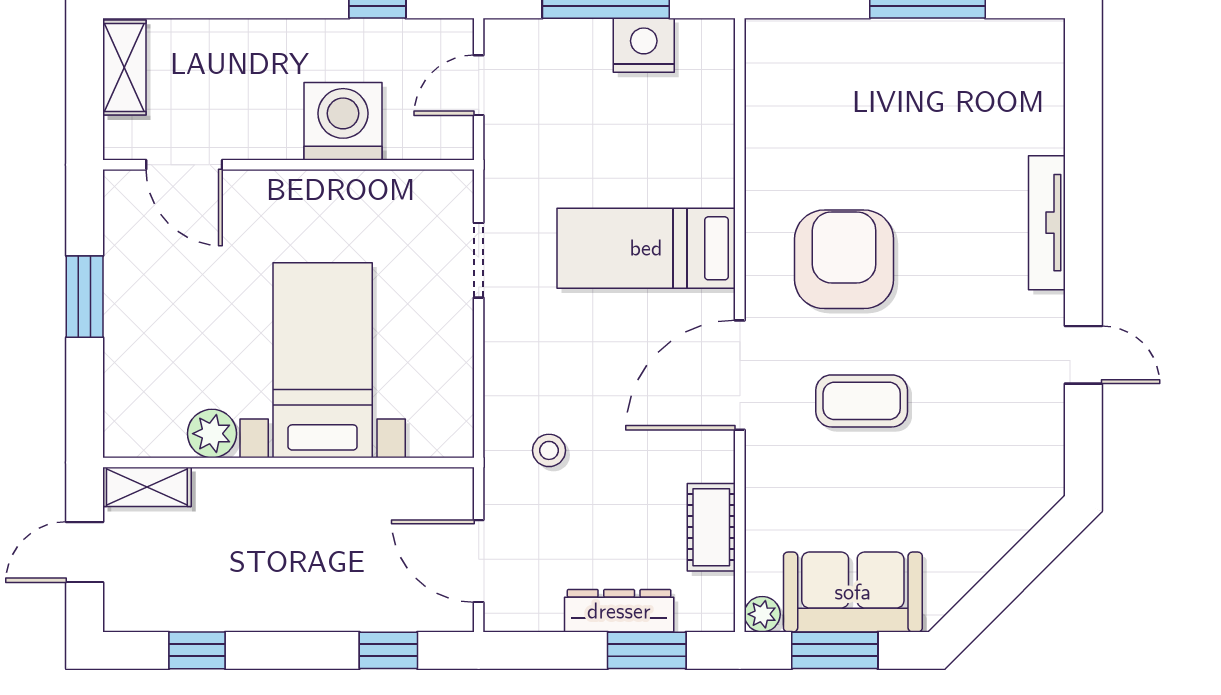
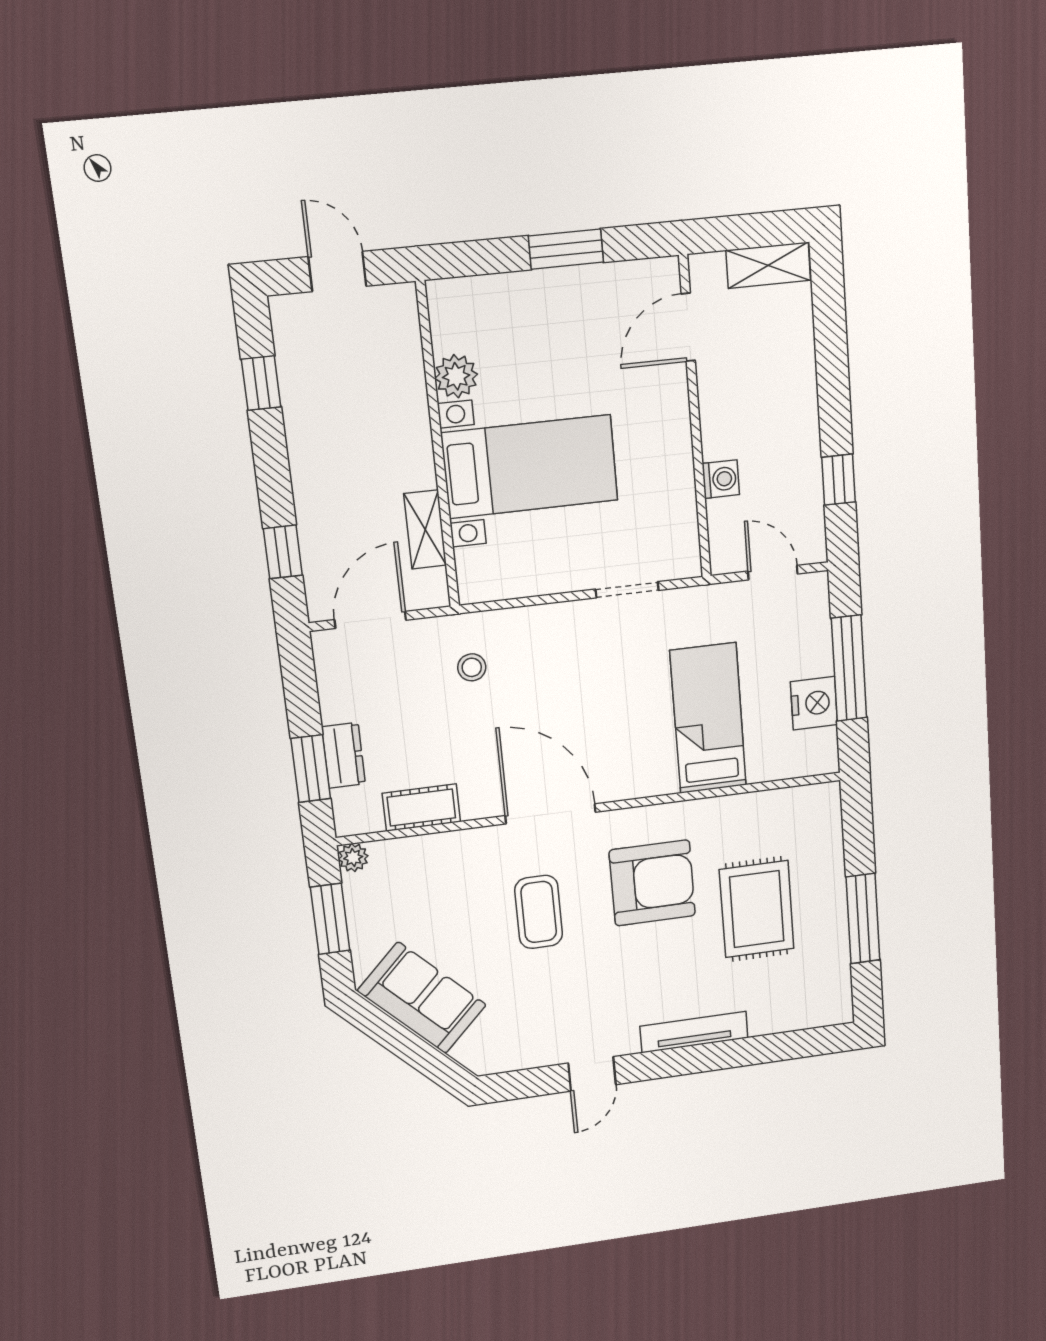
washing machine: (343, 121) -> (721, 479), width x0.53, depth x0.53
rug: (896, 133) -> (757, 909), added
bed: (646, 248) -> (708, 718), moved
shelving: (147, 487) -> (425, 529), moved
sofa: (853, 592) -> (422, 998), moved, turned -45
dresser: (619, 611) -> (343, 755), width x0.70

